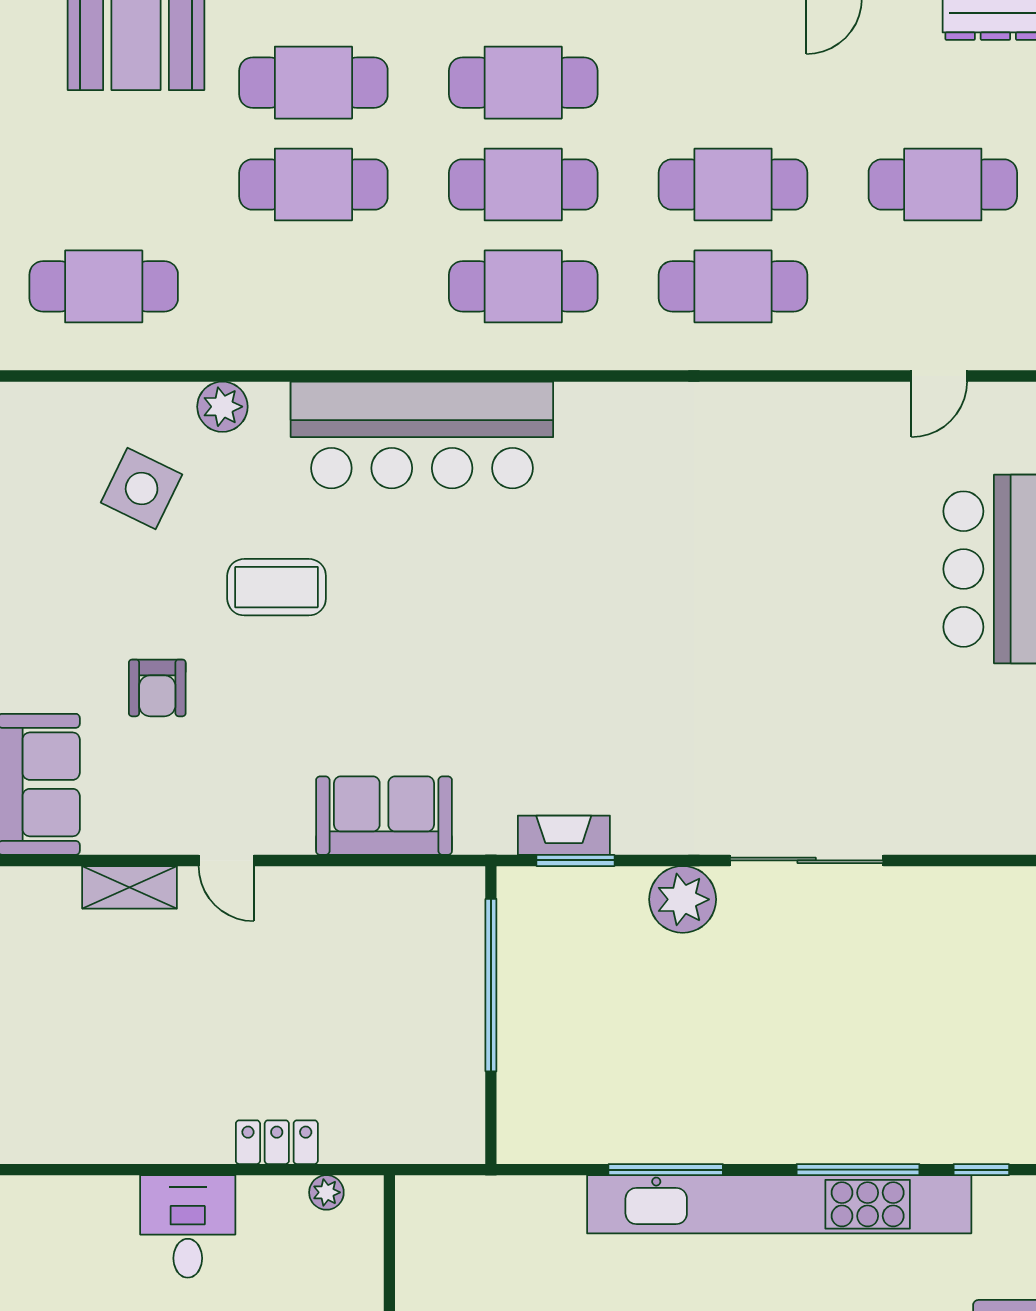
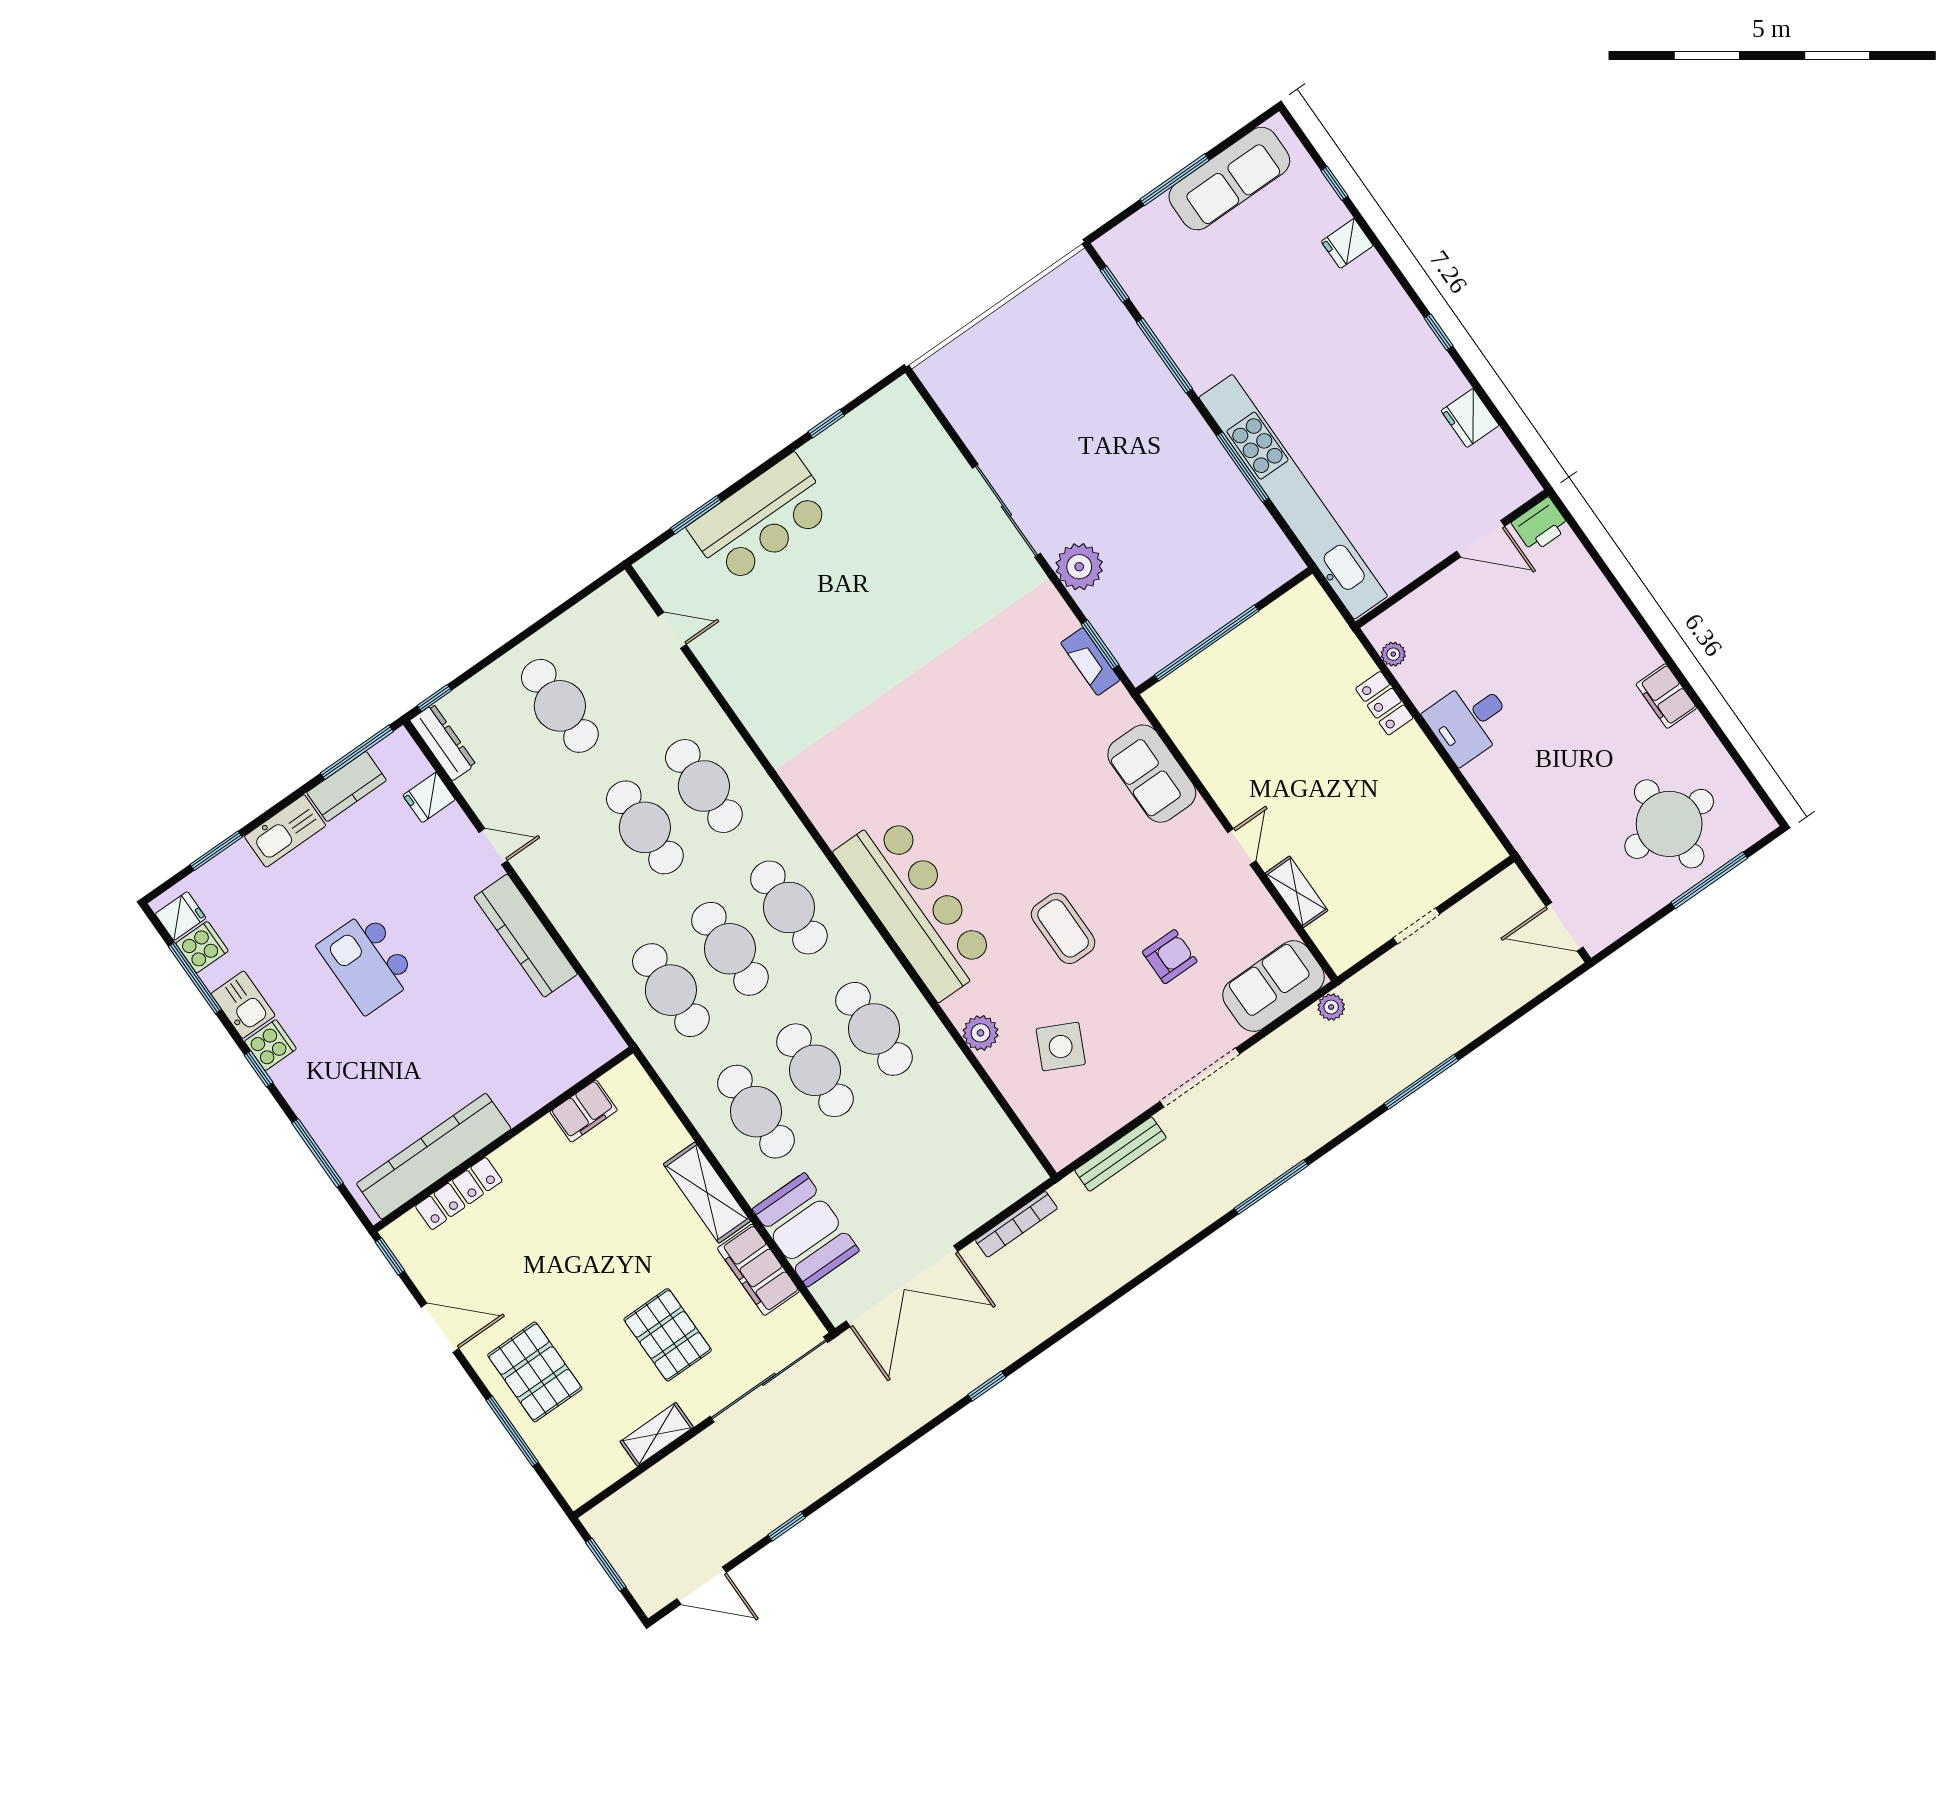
cafe table: (104, 286) -> (874, 1029), moved
kitchen unit: (779, 1204) -> (1293, 497), moved

